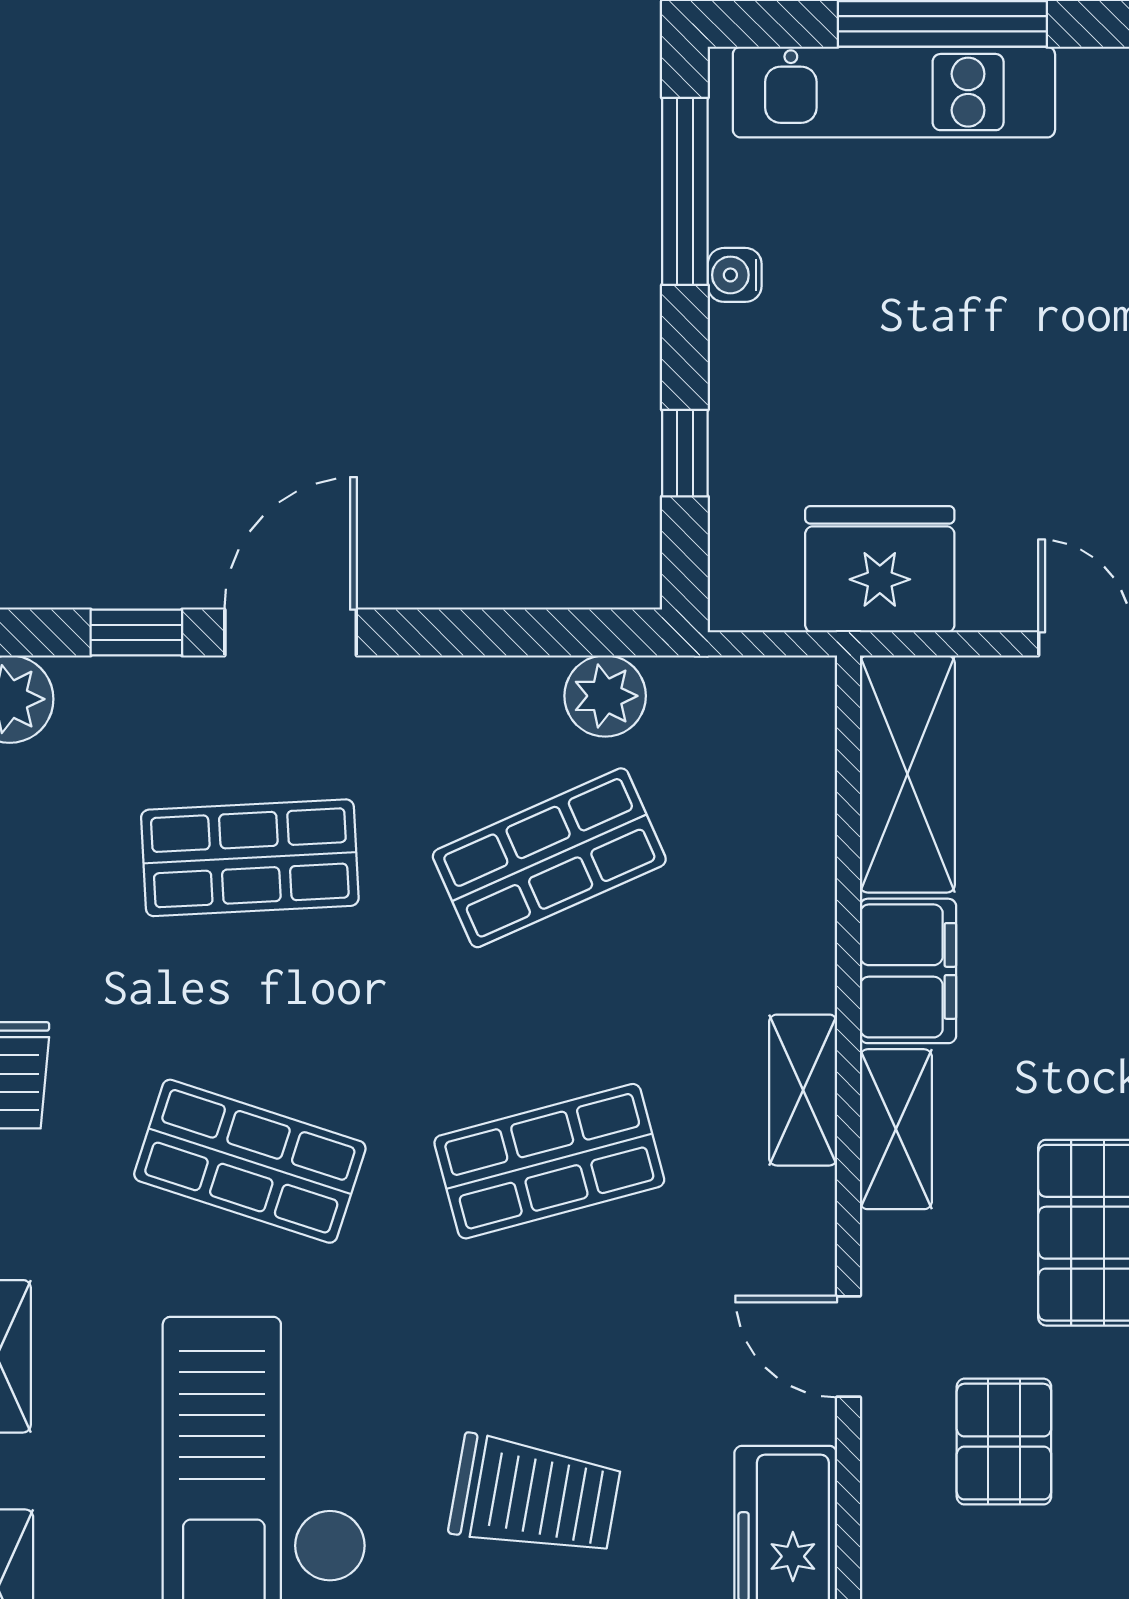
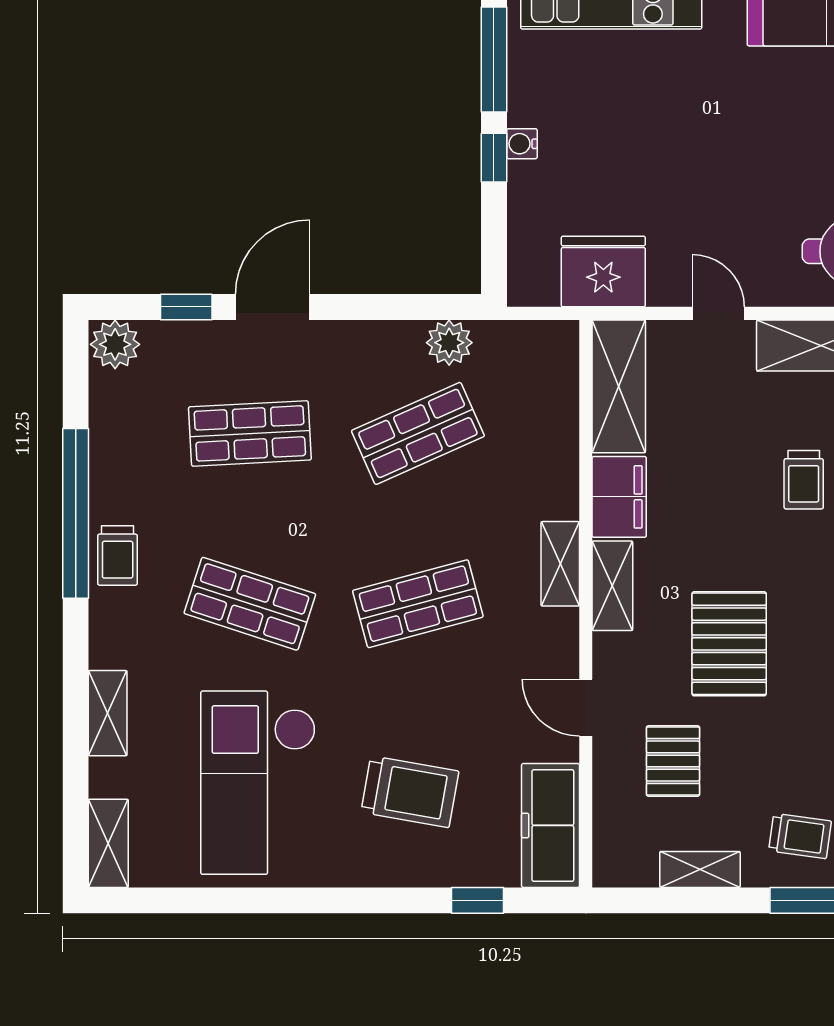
water cooler: (735, 275) -> (522, 144), moved
window: (685, 453) -> (494, 158), moved

